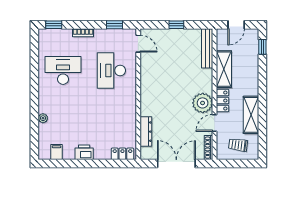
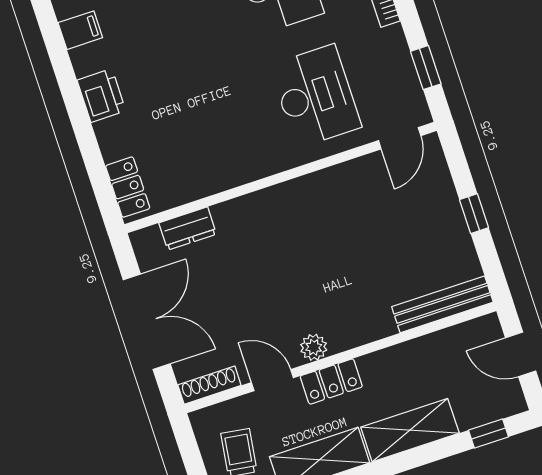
shelving: (224, 69) -> (410, 430), moved
desk: (111, 70) -> (315, 96), turned 90
plant: (203, 103) -> (314, 347), width x0.53, depth x0.53
dresser: (146, 132) -> (188, 229), width x0.70

